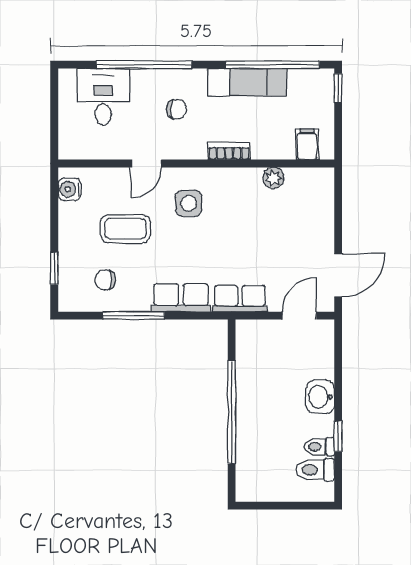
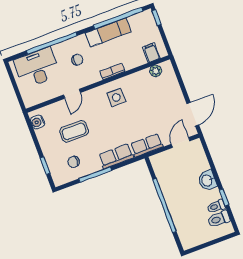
desk: (103, 97) -> (37, 68), width x1.37
plant: (273, 178) -> (156, 71), moved
side table: (189, 203) -> (116, 97), moved

